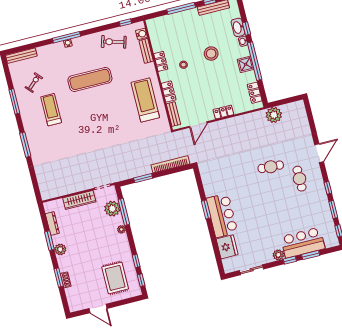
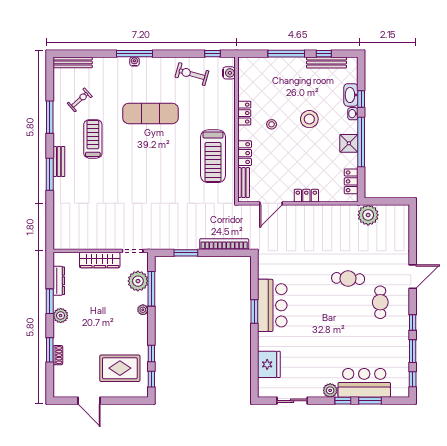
bench: (146, 51) -> (59, 161), moved
treadmill: (145, 100) -> (213, 156), turned 180
bar counter: (222, 215) -> (272, 305), moved
rug: (115, 278) -> (120, 368), turned 90

